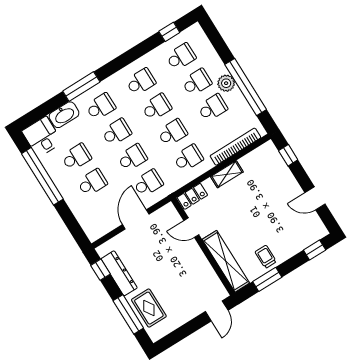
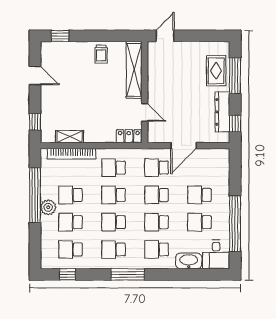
window: (81, 87) -> (128, 274), moved
shelving: (227, 174) -> (70, 137), moved
window: (267, 279) -> (111, 36), removed

